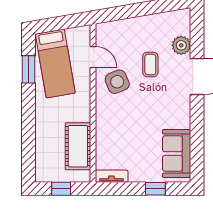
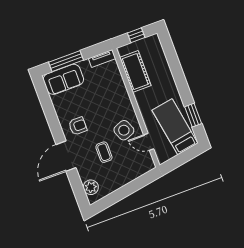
plant: (181, 45) -> (91, 187), moved
armchair: (170, 107) -> (78, 126), added
sofa: (177, 154) -> (63, 79), moved, turned 90
window: (155, 189) -> (66, 61), width x2.17

